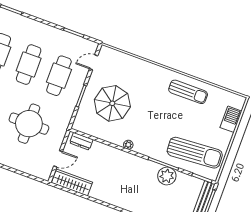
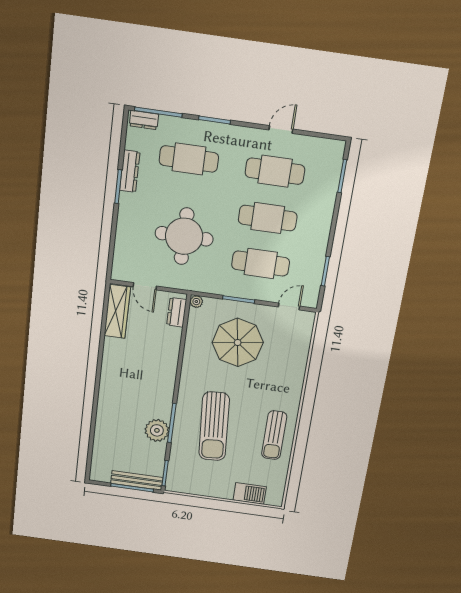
door: (94, 62) -> (289, 307), hinge flipped
plant: (128, 145) -> (196, 302), moved
sun lounger: (195, 153) -> (214, 426), moved

